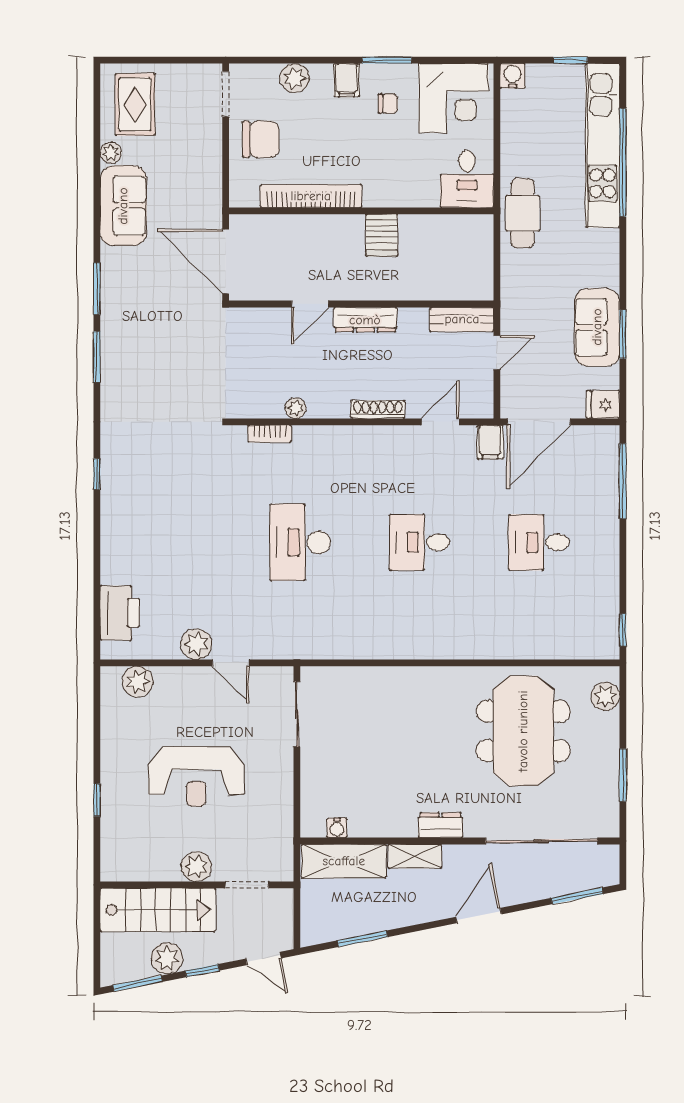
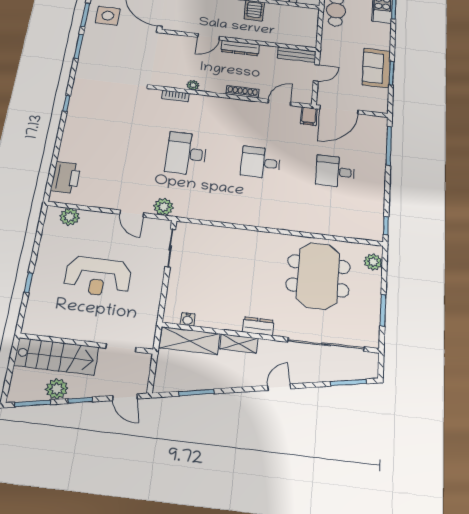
side table: (135, 285) -> (108, 16), added
fridge: (603, 405) -> (378, 106), removed
plant: (196, 644) -> (164, 207), moved
plant: (196, 867) -> (88, 332), removed
door: (479, 916) -> (279, 387), width x0.73

